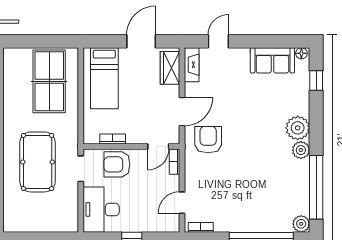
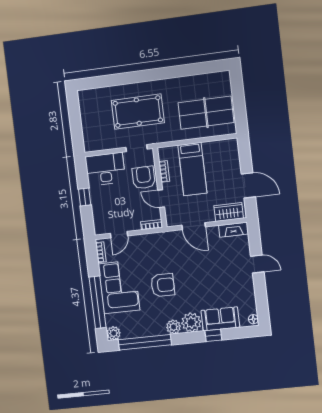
door: (218, 41) -> (257, 264), moved
sofa: (272, 60) -> (220, 319), moved, turned 90
bed: (104, 78) -> (192, 169), moved, turned -90
window: (316, 81) -> (213, 335), moved
armchair: (208, 140) -> (163, 285), moved
door: (158, 146) -> (161, 199), moved
door: (182, 203) -> (119, 235), swing flipped
corner sofa: (245, 210) -> (119, 287), added

